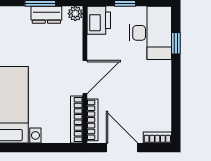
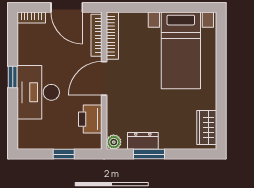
printer: (99, 20) -> (90, 119), moved
desk: (150, 33) -> (38, 92), moved
window: (176, 43) -> (13, 77), moved

